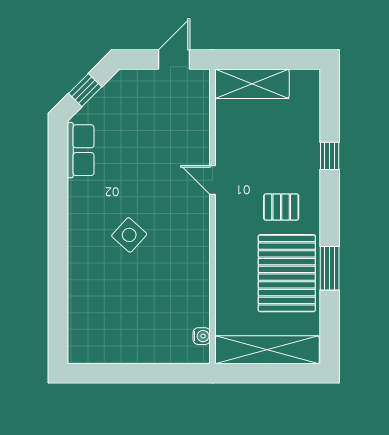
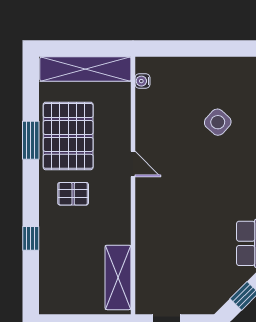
shelving: (252, 84) -> (118, 277), moved, turned 90
door: (213, 180) -> (133, 164), moved
side table: (129, 235) -> (218, 122), moved

